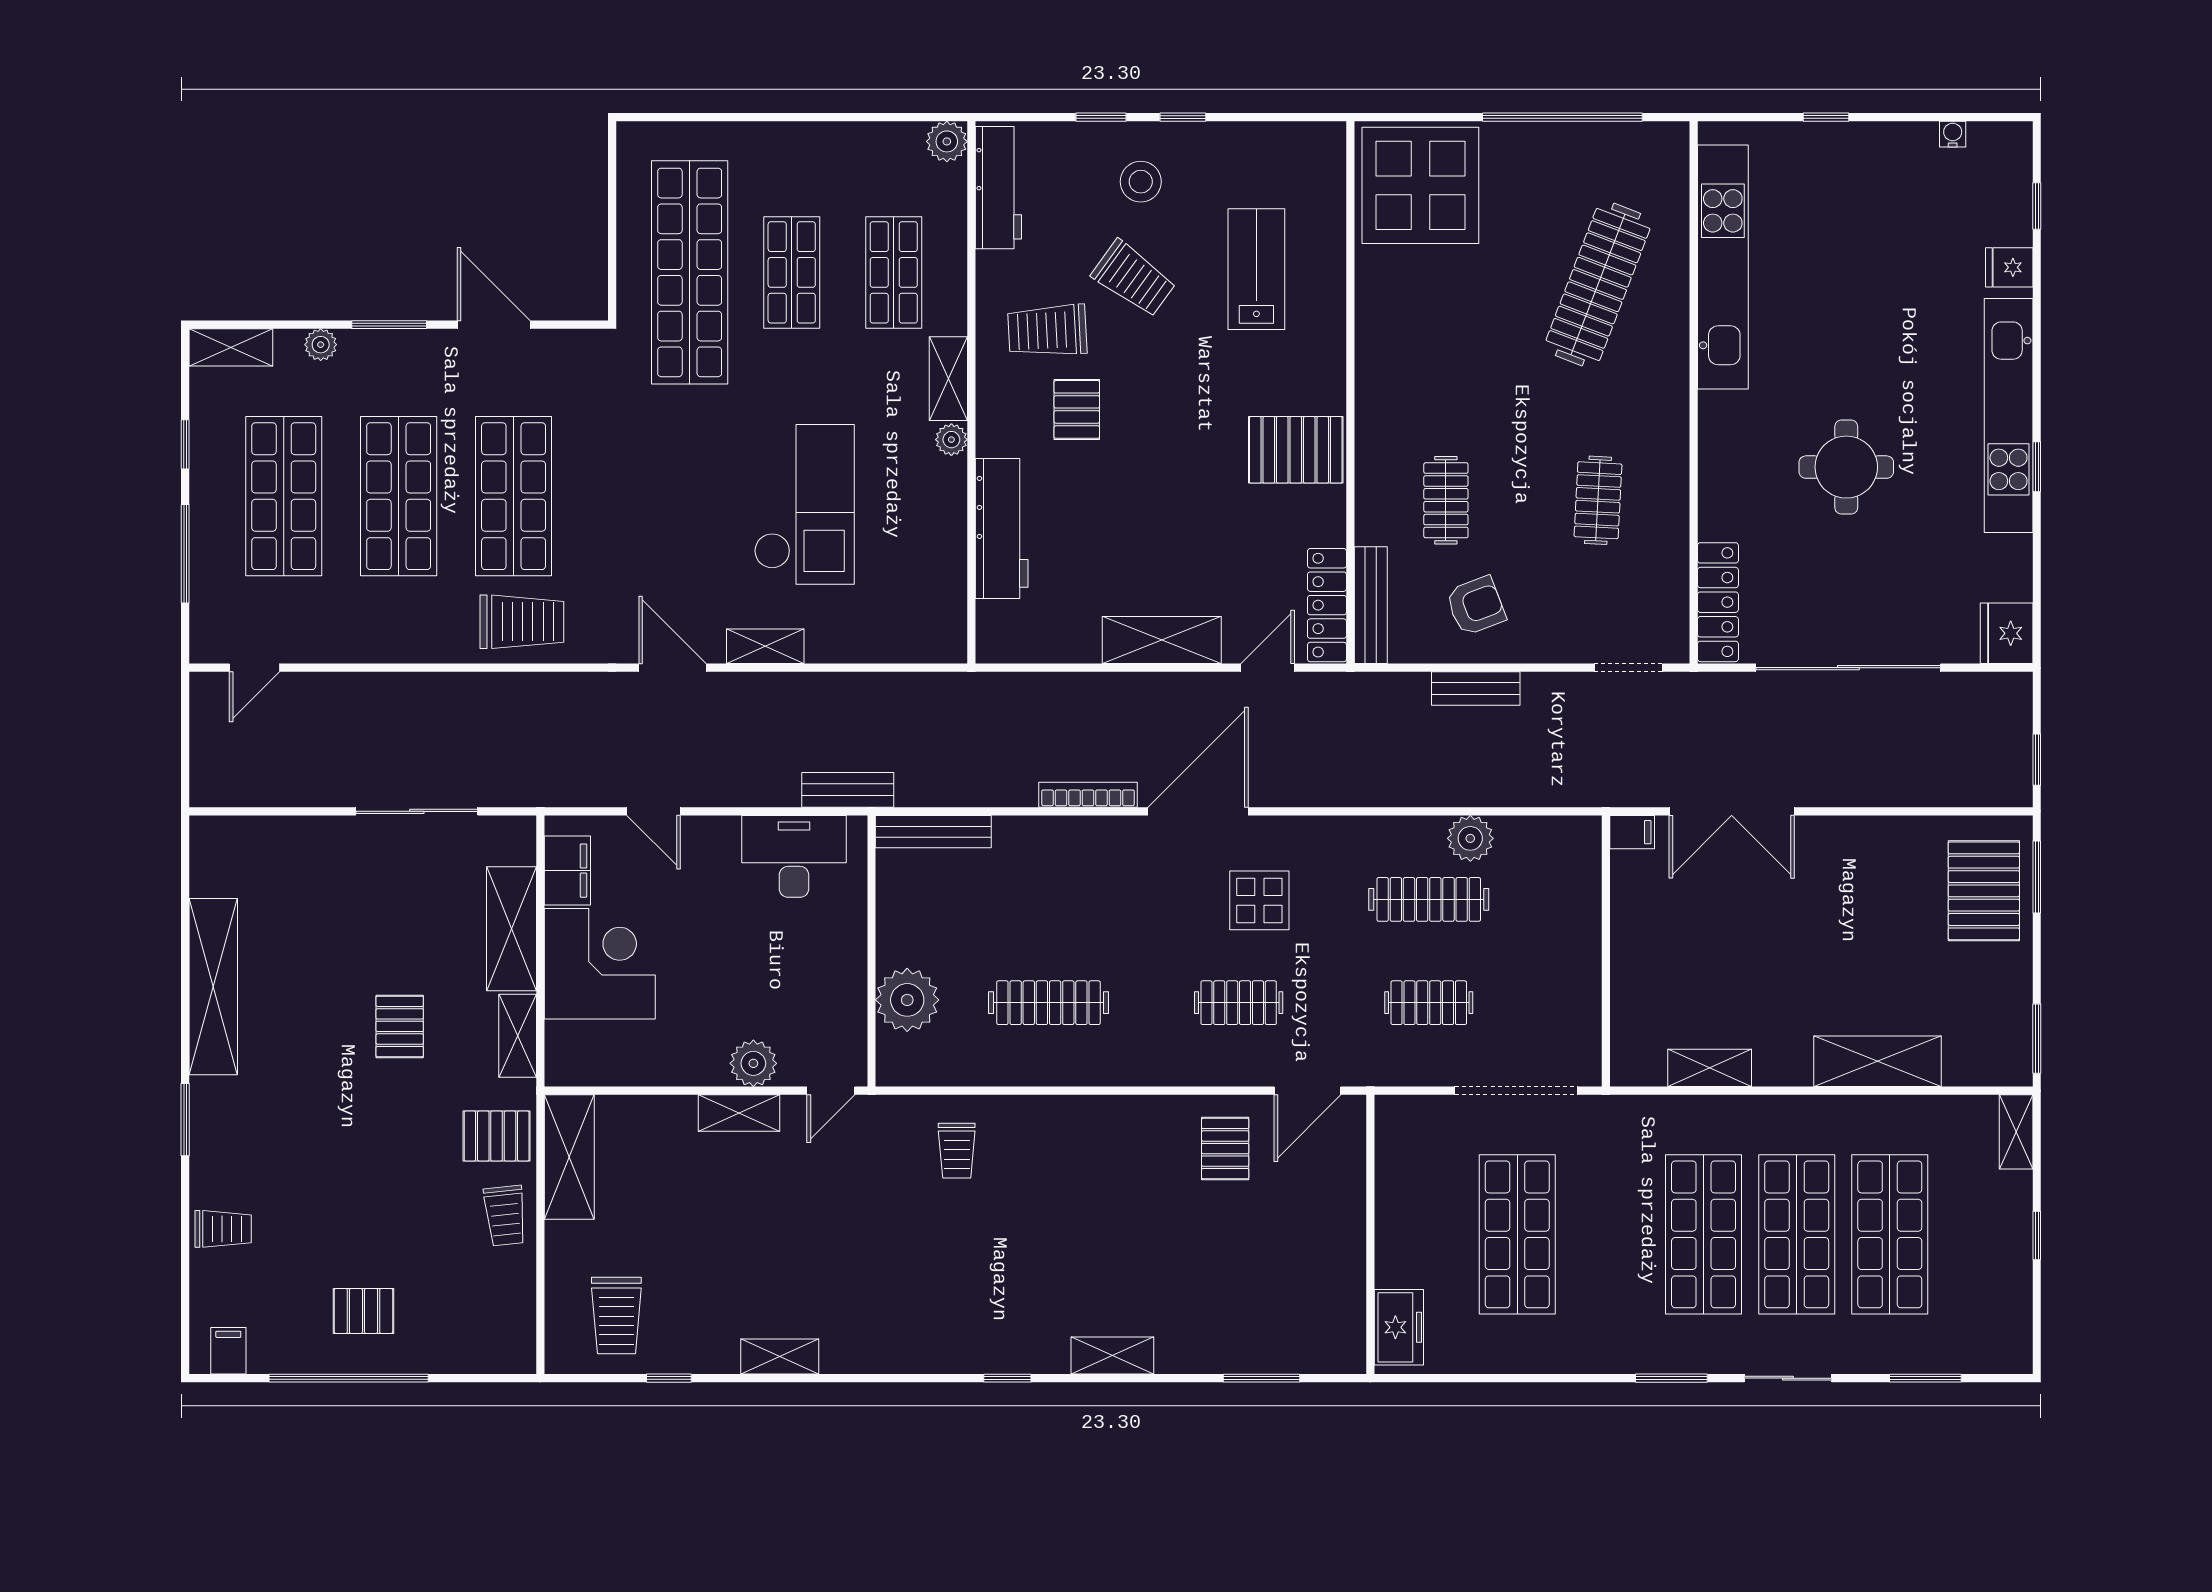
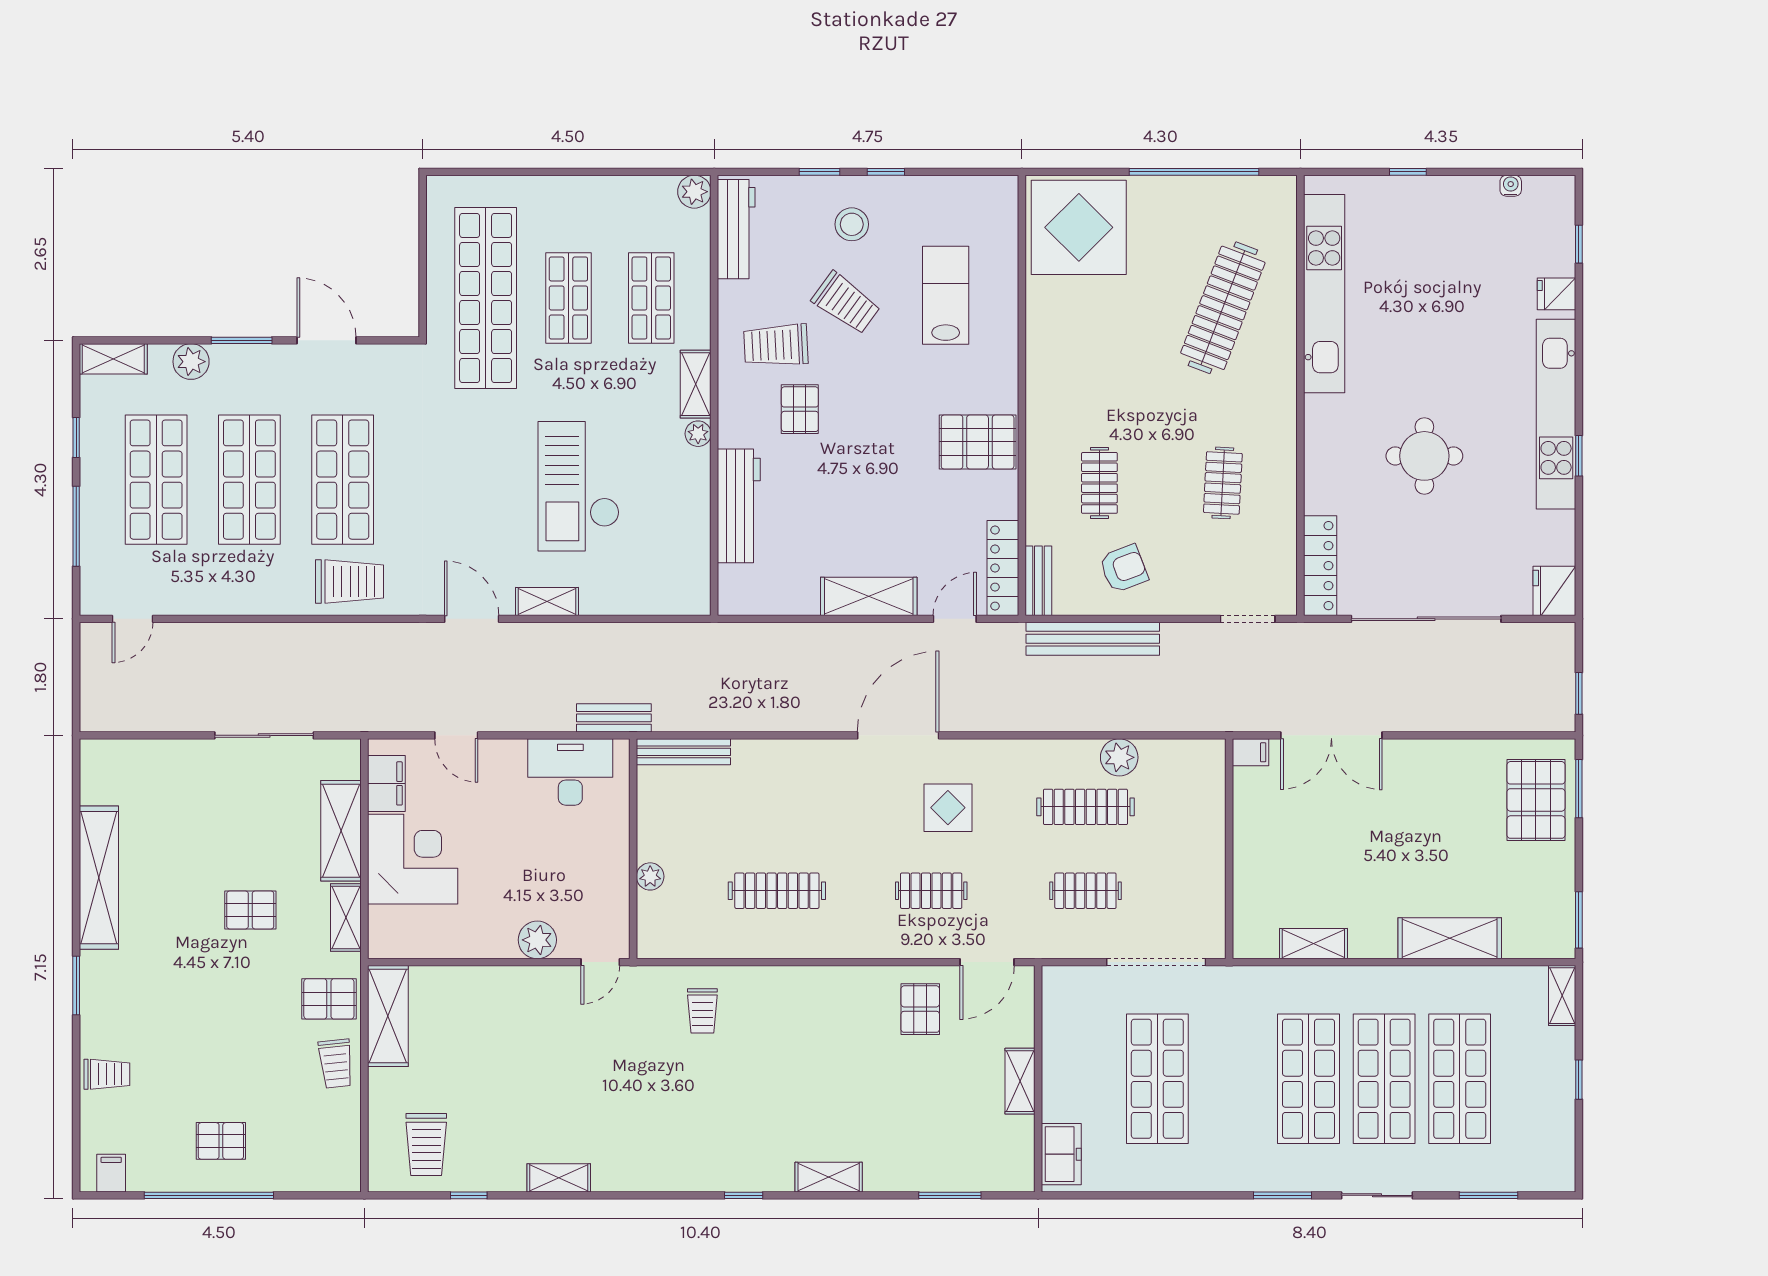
plant: (321, 345) -> (191, 362), width x1.38, depth x1.38
checkout: (804, 504) -> (579, 486), turned 180
bench: (1371, 605) -> (1038, 581), width x0.73
bench: (1476, 689) -> (1093, 639), width x1.86, depth x1.21
bookcase: (1088, 795) -> (809, 722), removed
plant: (907, 1000) -> (650, 876), width x0.53, depth x0.53
pallet: (400, 1026) -> (250, 910), turned 90
shelving: (739, 1113) -> (1020, 1081), moved, turned 90

